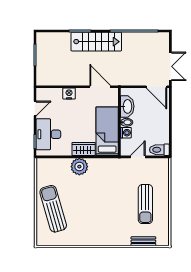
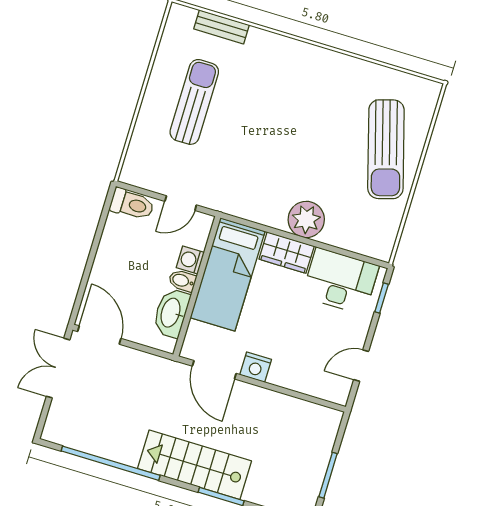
nightstand: (69, 94) -> (256, 367), moved
desk: (48, 134) -> (340, 281), moved, turned -90

